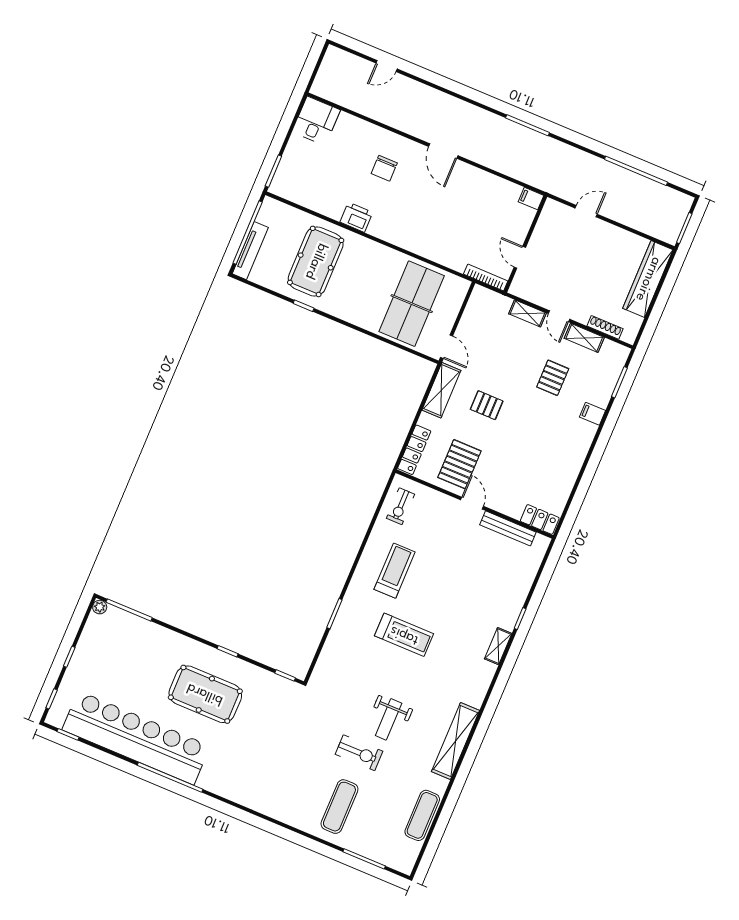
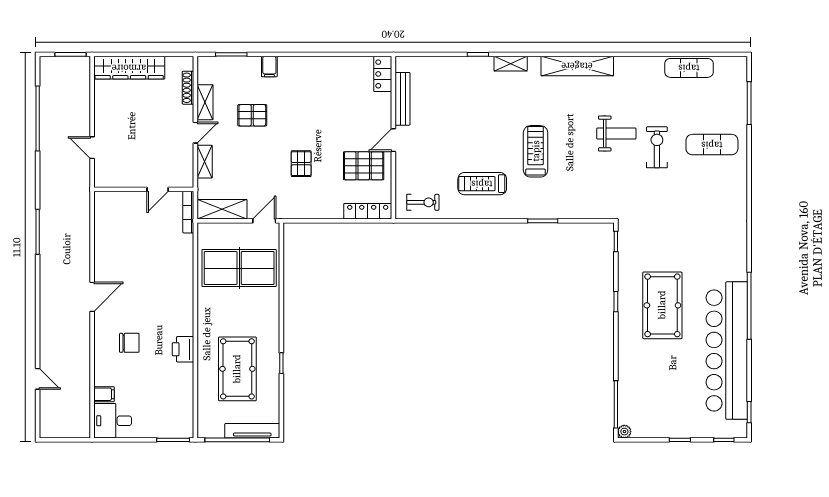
filing cabinet: (531, 199) -> (104, 394), moved, turned -90
pool table: (316, 261) -> (237, 369), turned 90
shelving: (441, 390) -> (222, 209), moved
shelving: (455, 741) -> (577, 66), moved

